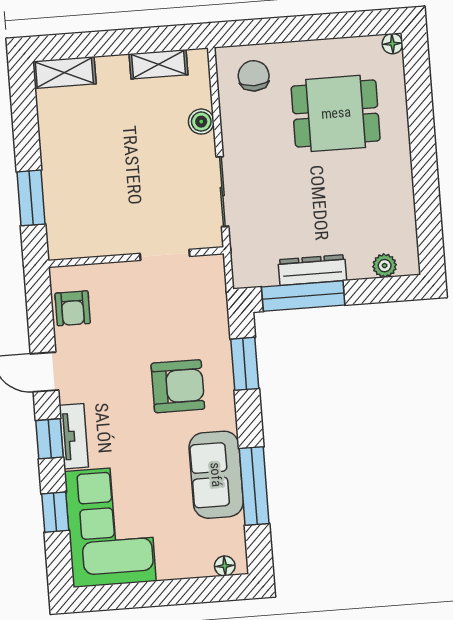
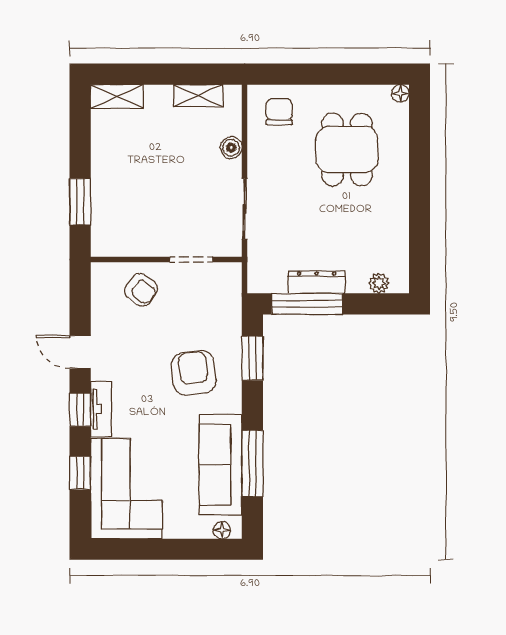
dining table: (336, 113) -> (347, 149), turned 90
armchair: (73, 308) -> (141, 290), moved, turned -52
armchair: (178, 386) -> (194, 373), turned -97
sofa: (216, 475) -> (221, 465), width x1.36

